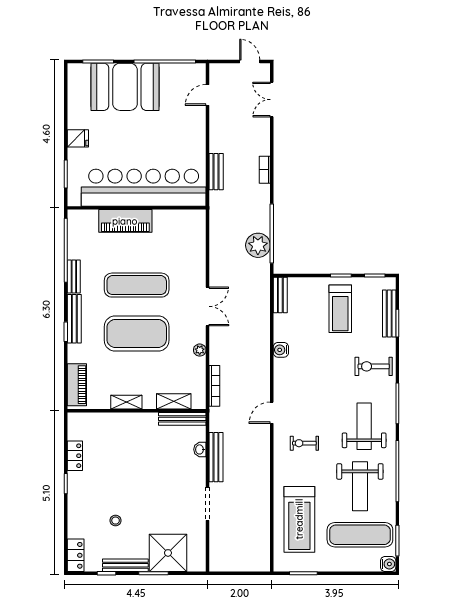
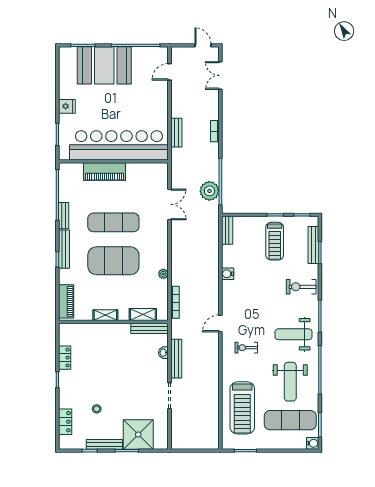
double door: (207, 306) -> (169, 204), moved
weight bench: (364, 426) -> (294, 334), turned -90
locker: (76, 555) -> (65, 422), moved

